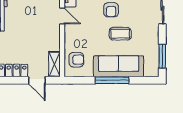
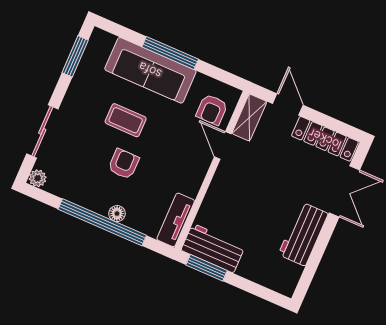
door: (62, 16) -> (223, 145), moved
armchair: (76, 60) -> (212, 110), turned -90

